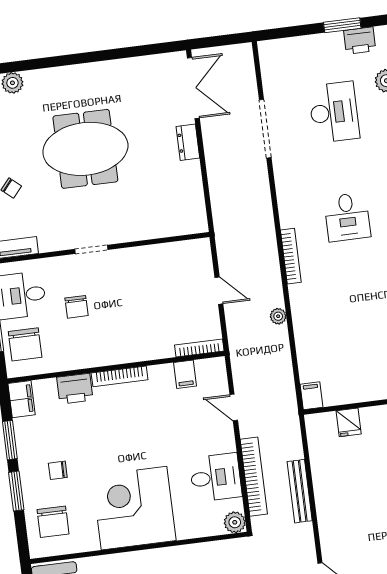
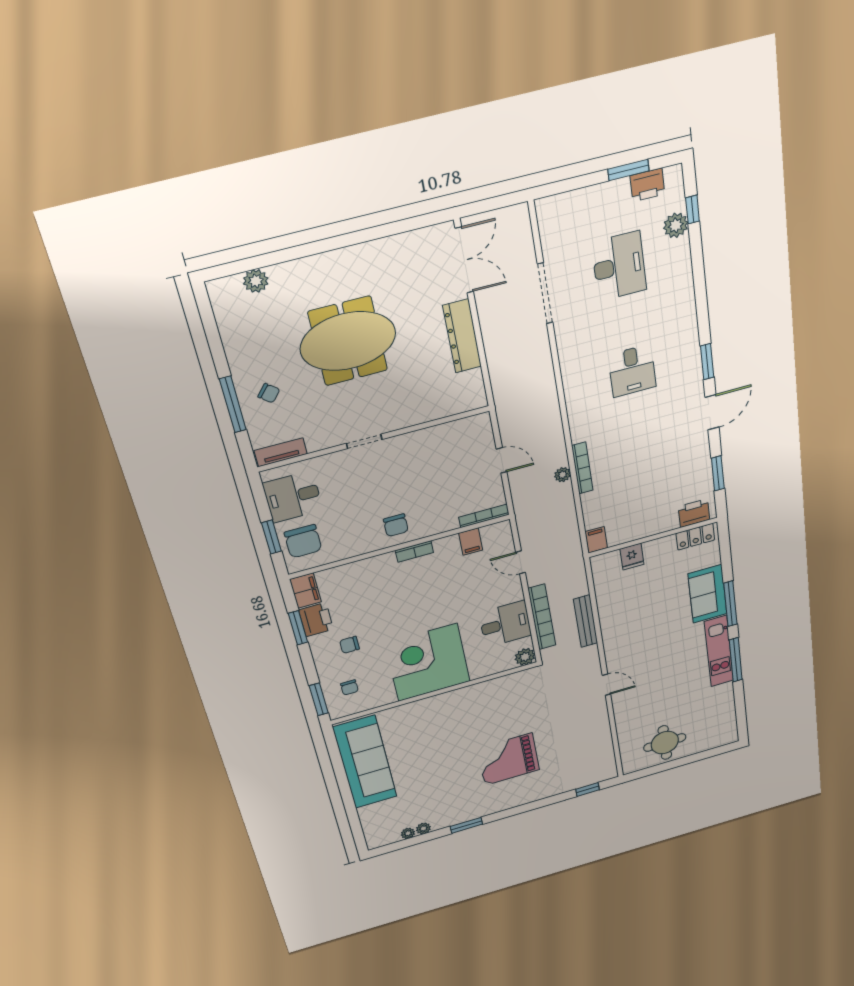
dresser: (188, 142) -> (462, 336), width x1.96, depth x1.24
bookcase: (291, 256) -> (582, 468), moved
chair: (76, 307) -> (396, 525), moved
bookcase: (120, 376) -> (414, 551), width x0.64
printer: (75, 389) -> (316, 620), moved, turned -90
window: (16, 491) -> (319, 699), moved
chair: (53, 522) -> (349, 687), width x0.54, depth x0.54

